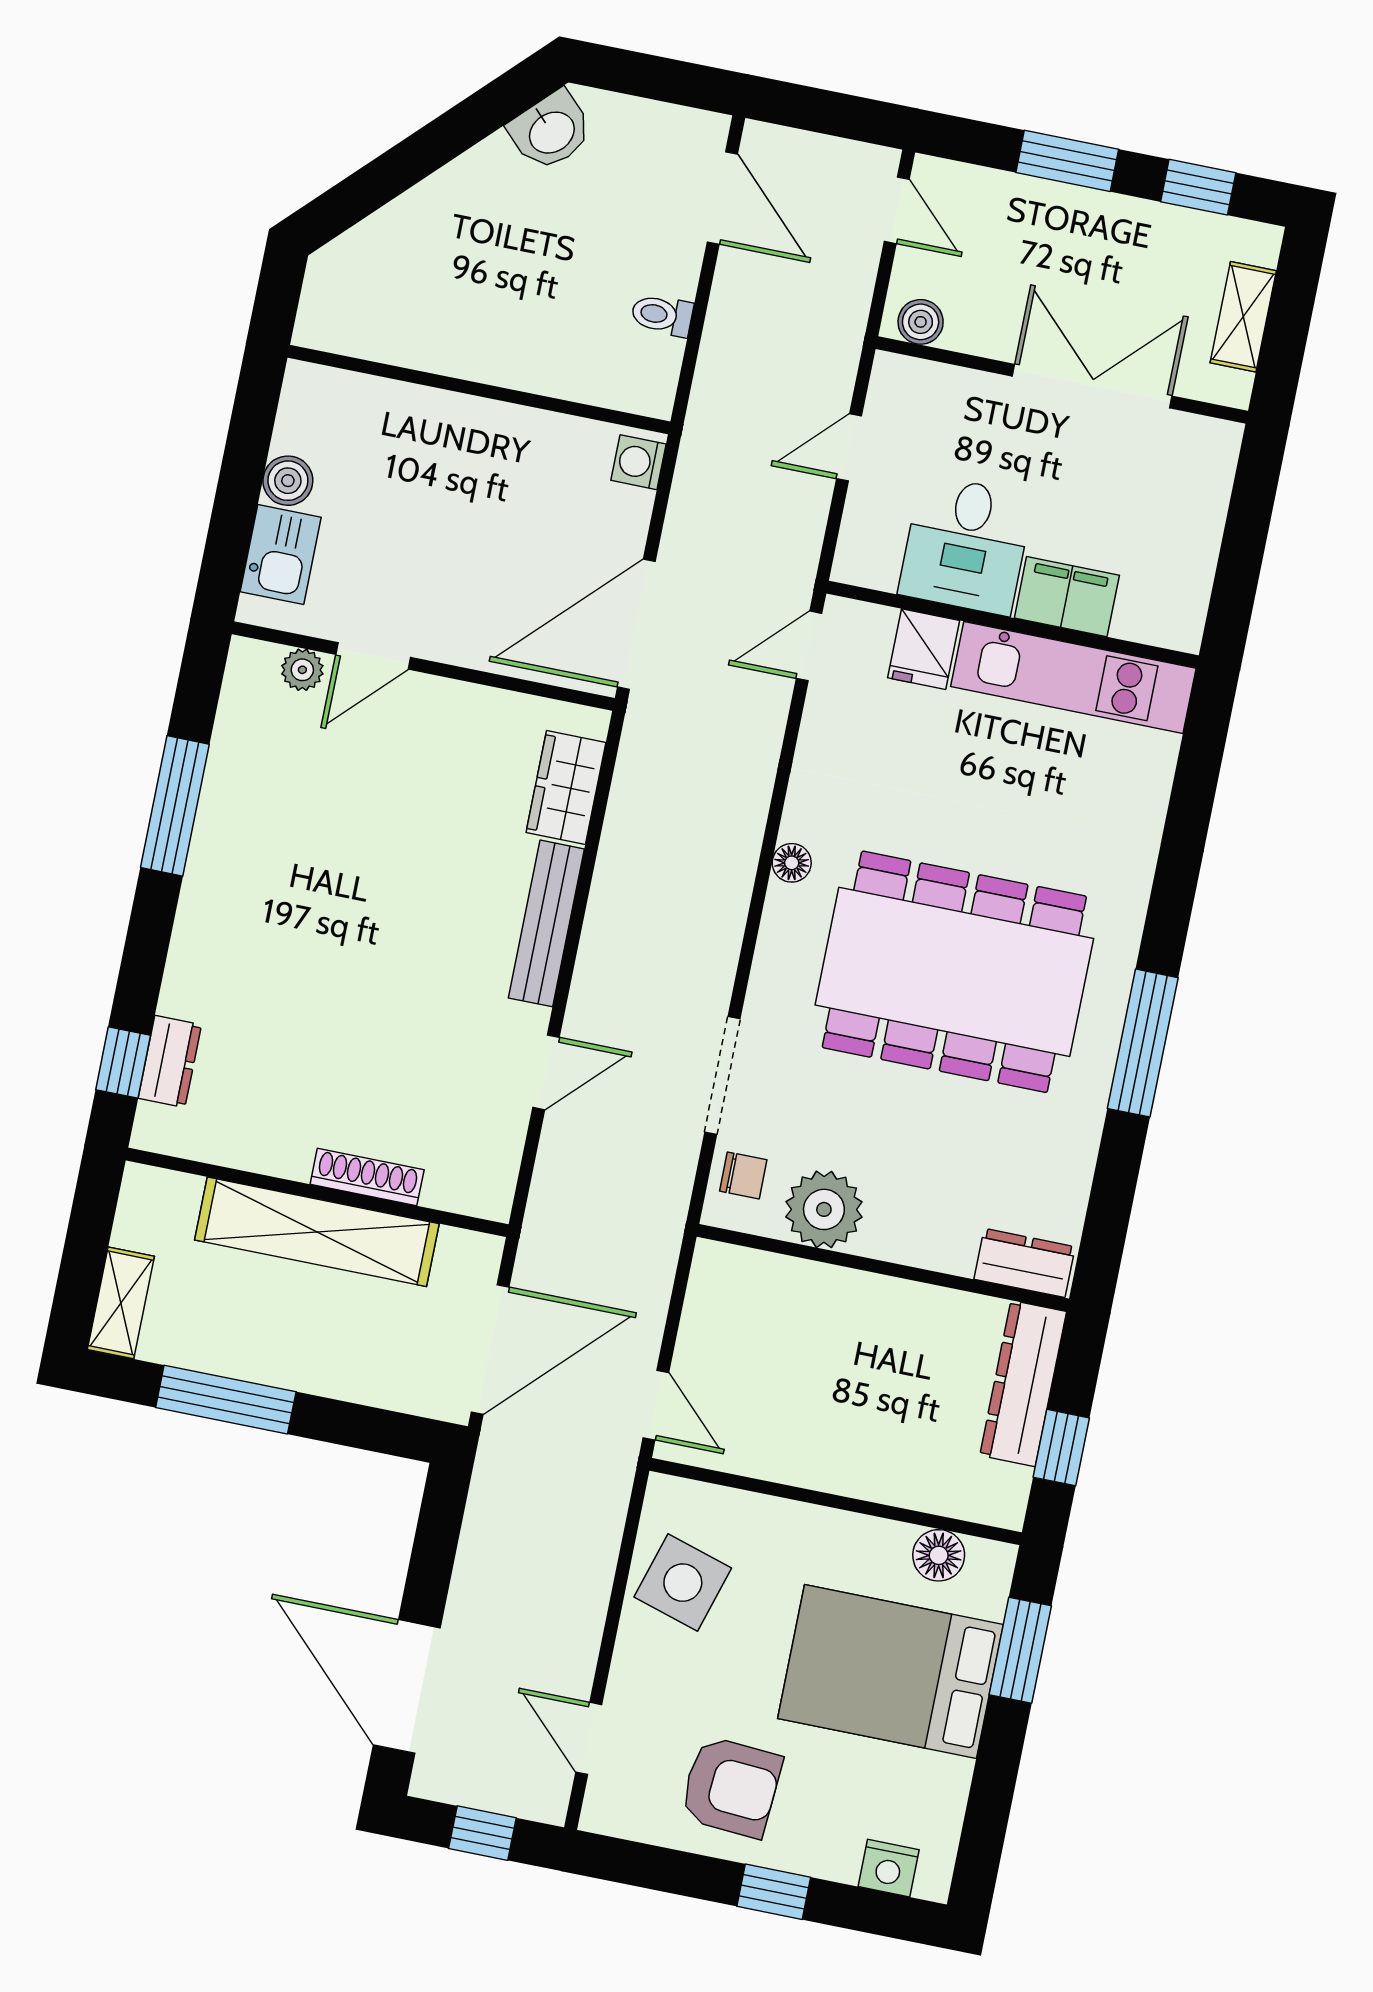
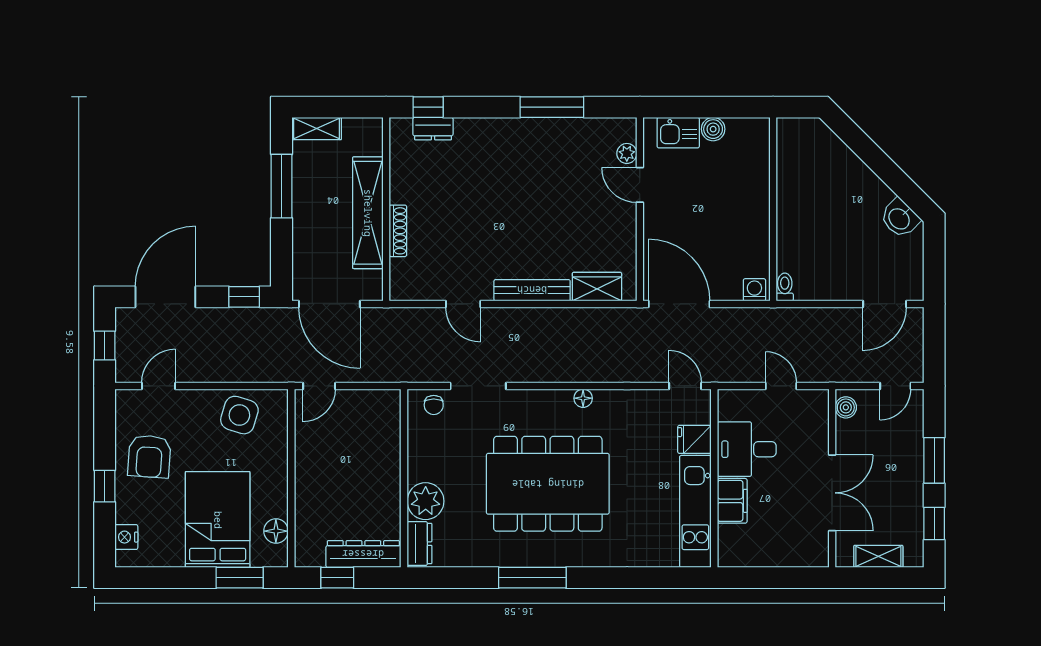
toilet: (662, 315) -> (785, 287), moved
dining table: (954, 972) -> (548, 484), turned 90
plant: (824, 1209) -> (426, 501), moved
window: (440, 1524) -> (244, 297), added

